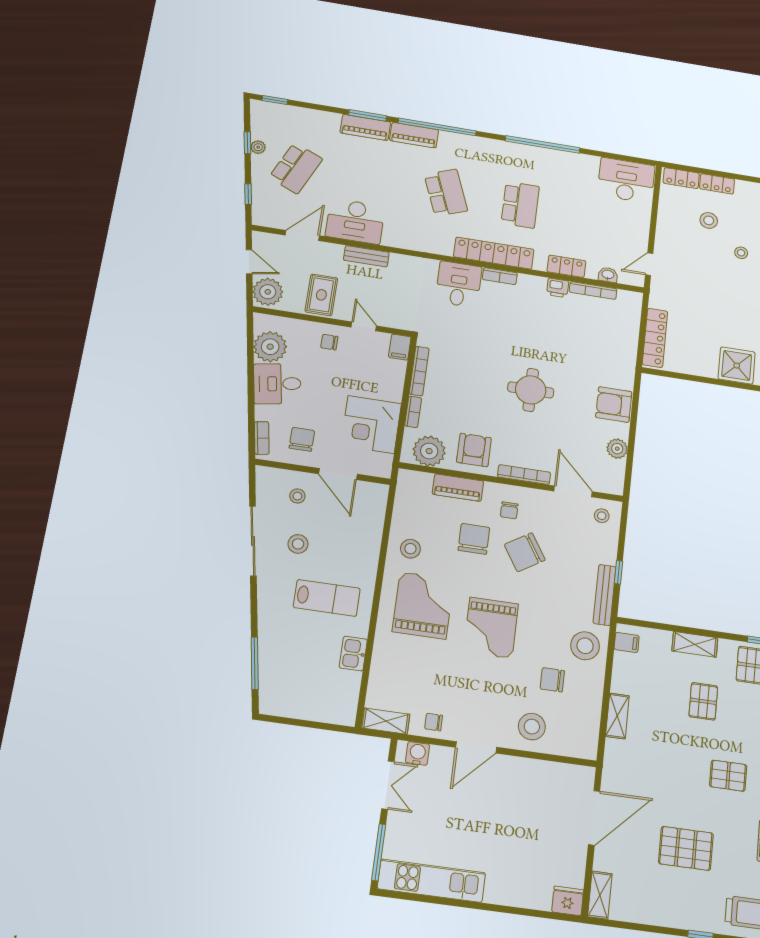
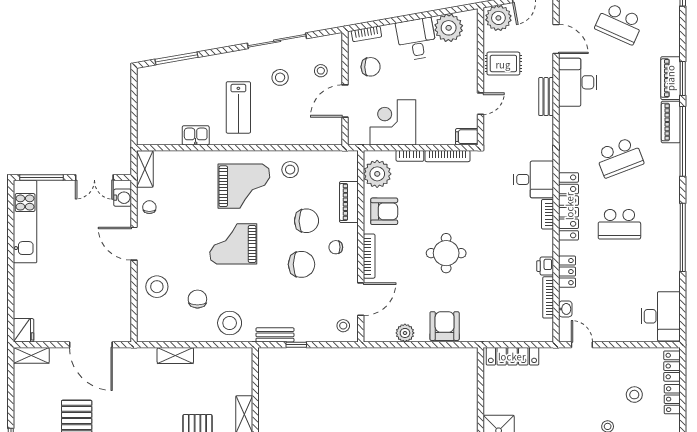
chair: (329, 342) -> (461, 77), removed
chair: (525, 552) -> (302, 264), turned 122
bench: (605, 595) -> (275, 335), width x0.73
filing cabinet: (627, 642) -> (237, 357), removed

